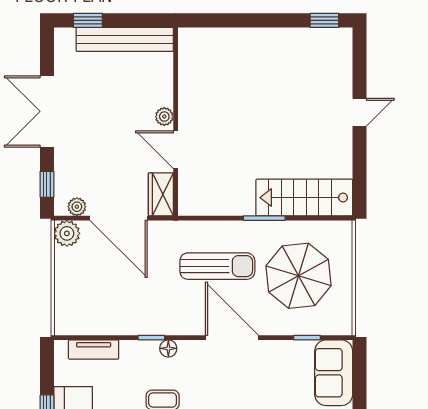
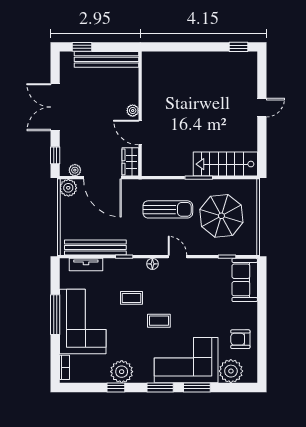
bench: (108, 324) -> (95, 248), added
door: (232, 338) -> (177, 257), width x0.53
floor lamp: (168, 348) -> (152, 264), moved

